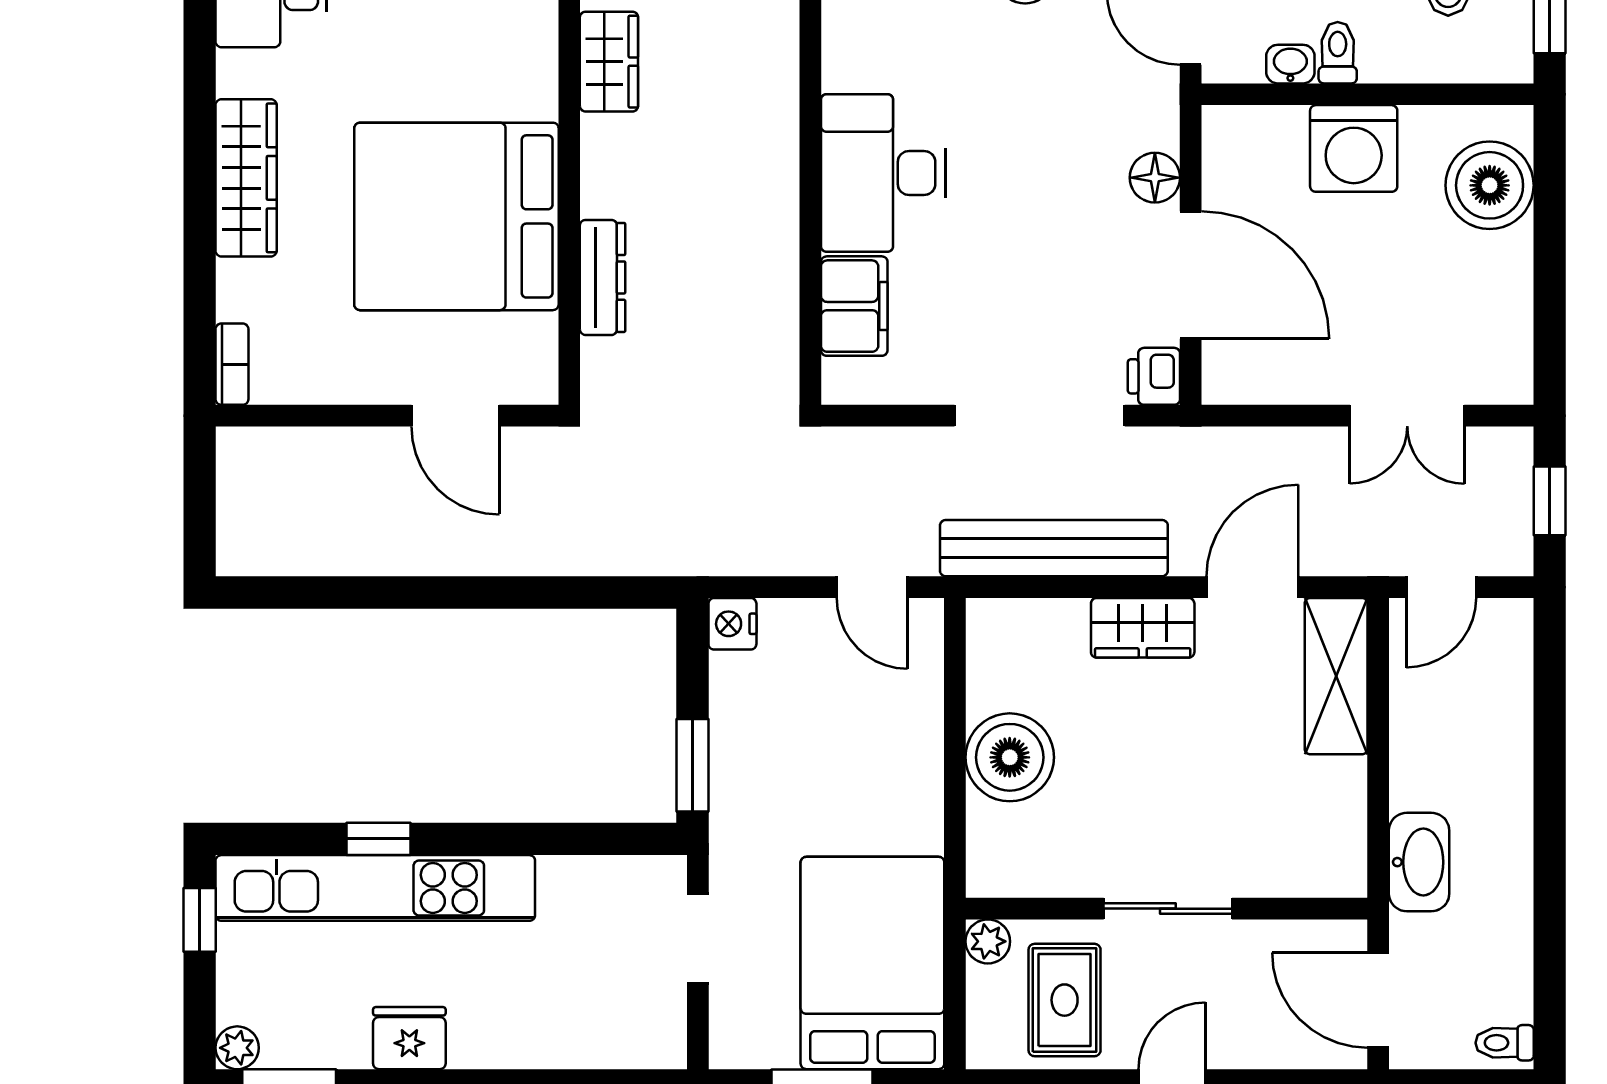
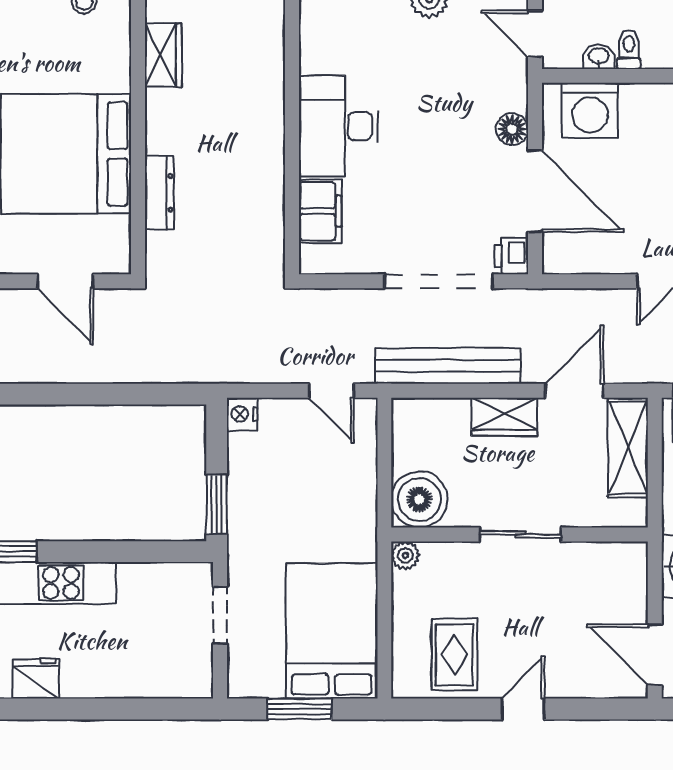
washing machine: (1354, 148) -> (590, 110), moved
wall: (1167, 909) -> (520, 534), moved
sliding door: (1168, 909) -> (520, 534), moved
plant: (988, 941) -> (405, 555), moved

